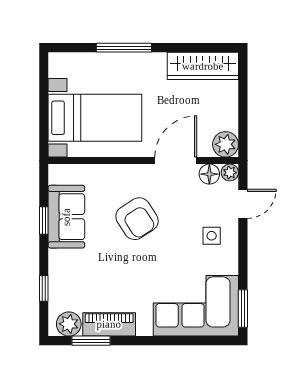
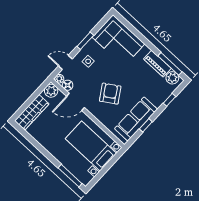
window: (124, 48) -> (70, 176), moved
wardrobe: (203, 66) -> (32, 112), moved, turned 90
sofa: (66, 217) -> (136, 119), width x1.36
window: (243, 309) -> (85, 41), moved
window: (91, 341) -> (170, 64), width x1.44

